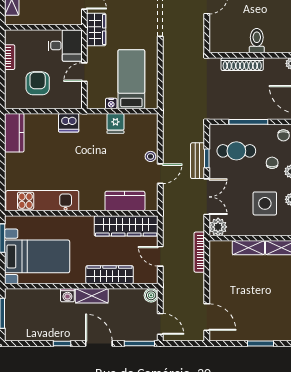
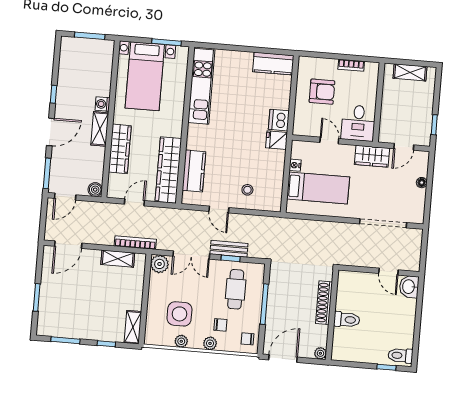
fridge: (115, 123) -> (277, 140), moved
stool: (150, 156) -> (247, 190), moved
shelving: (248, 248) -> (118, 259), moved, turned 90

